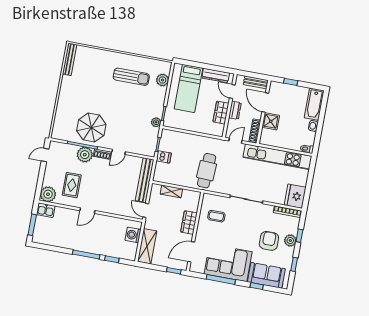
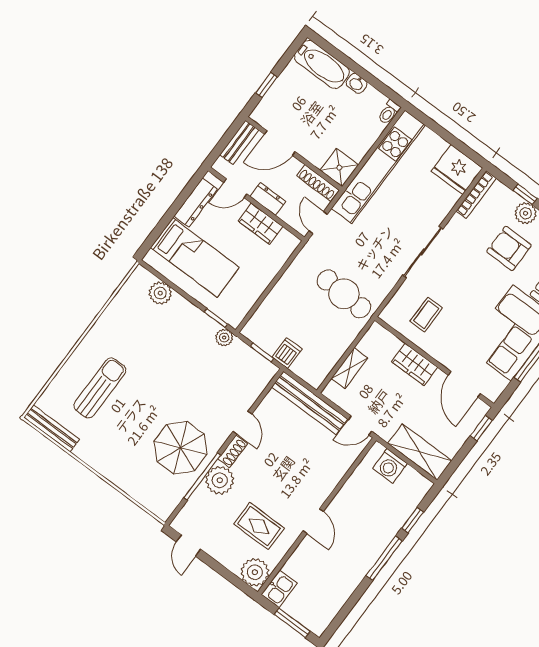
sun lounger: (131, 77) -> (100, 388), moved
shower: (271, 121) -> (339, 168), moved

